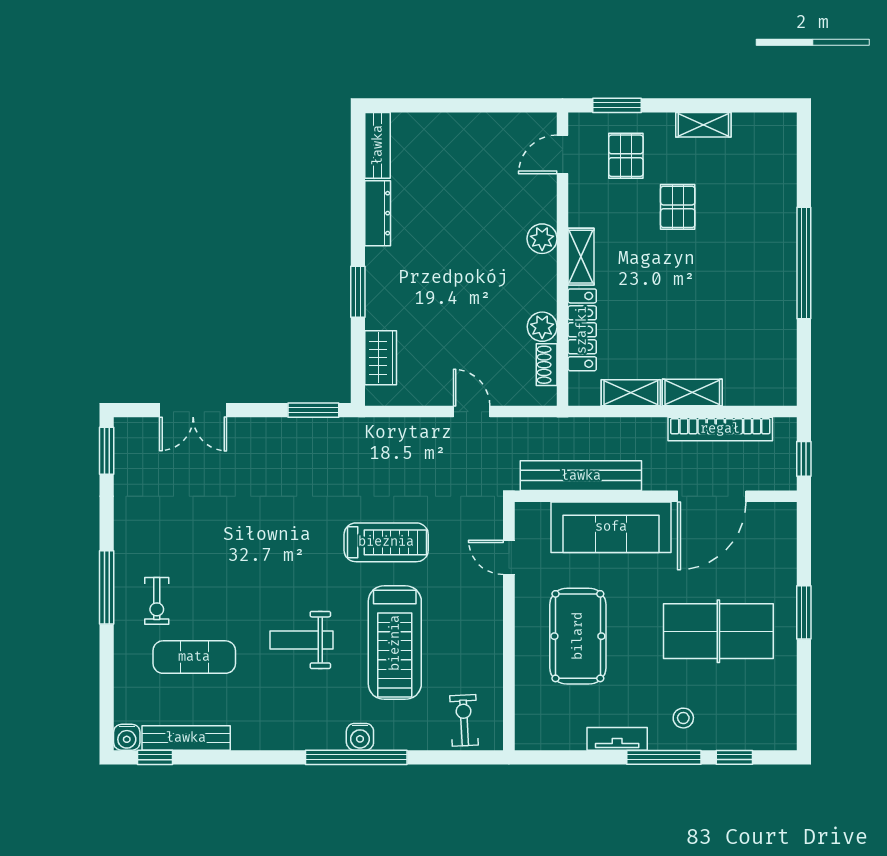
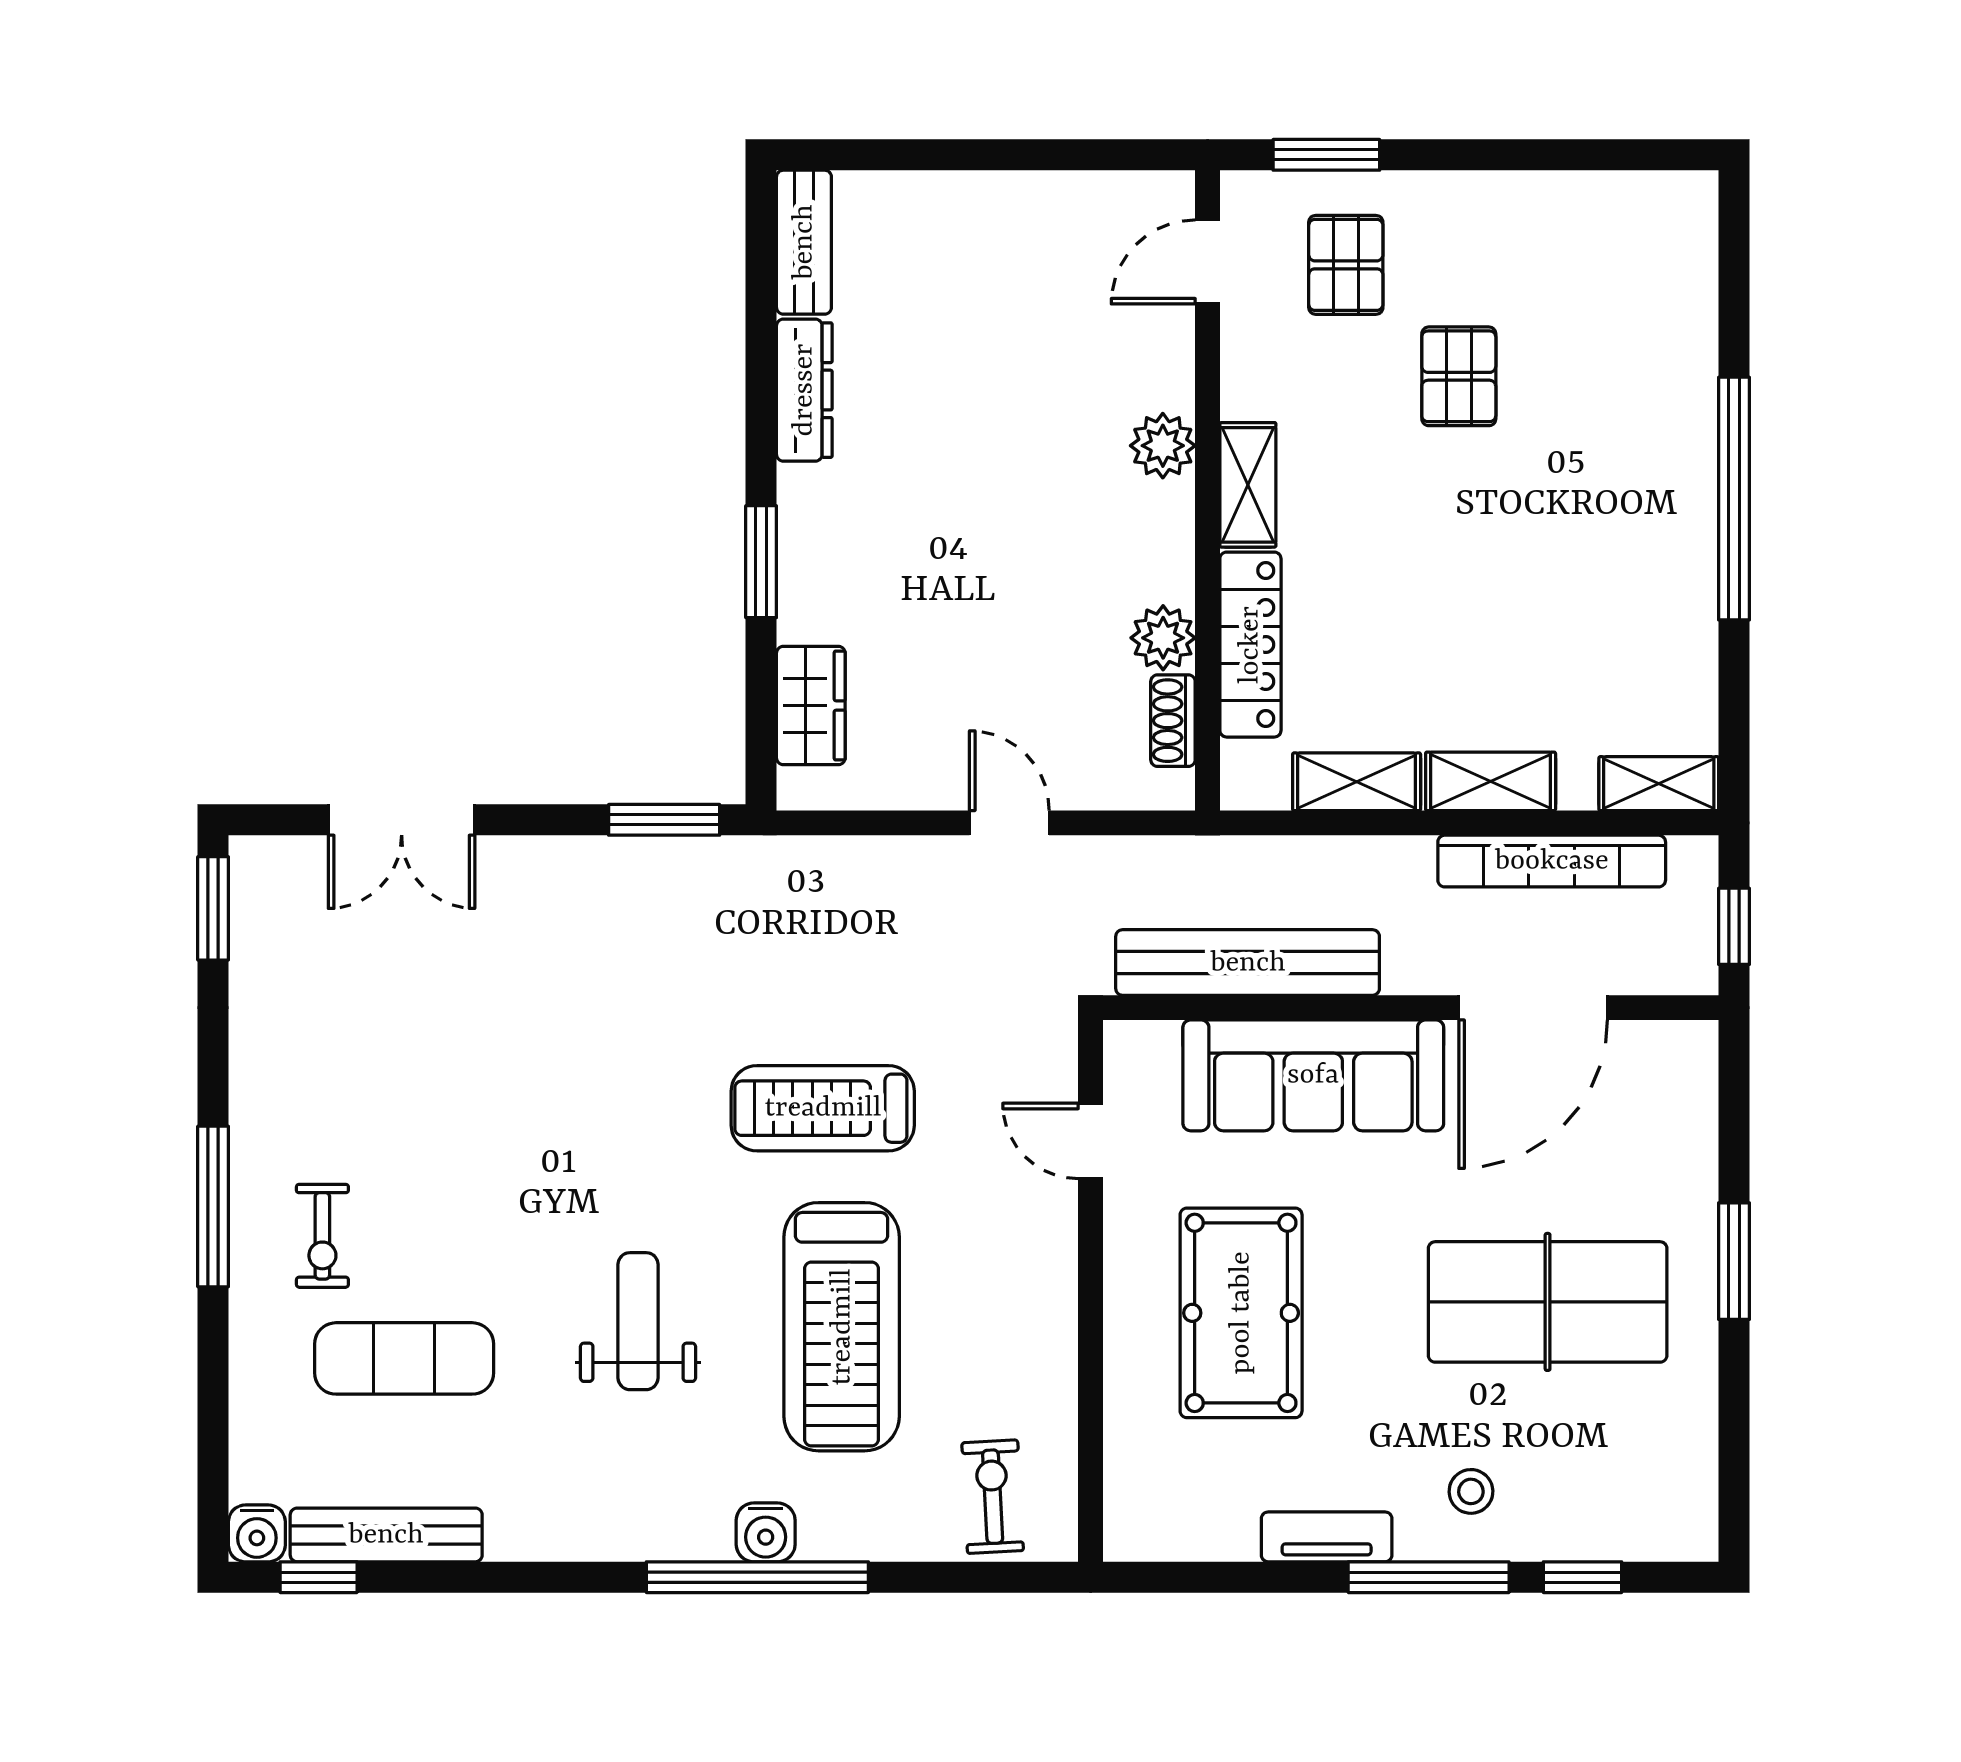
shelving: (703, 125) -> (1659, 784), moved
treadmill: (386, 542) -> (823, 1108), turned 180
weight bench: (301, 640) -> (638, 1321), turned 90

